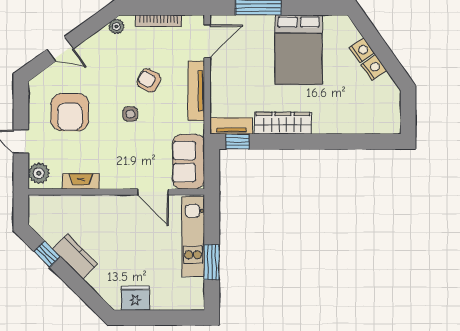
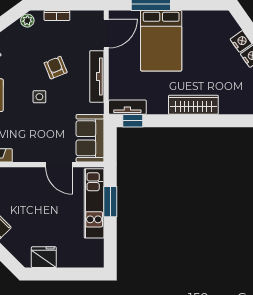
bookcase: (159, 21) -> (57, 15), width x0.64
bed: (299, 50) -> (161, 41), moved
armchair: (149, 81) -> (56, 68), turned 39
wardrobe: (283, 123) -> (193, 105), moved
window: (212, 262) -> (110, 202), moved

